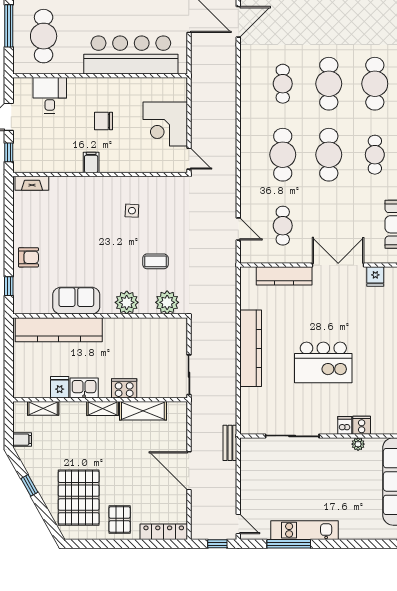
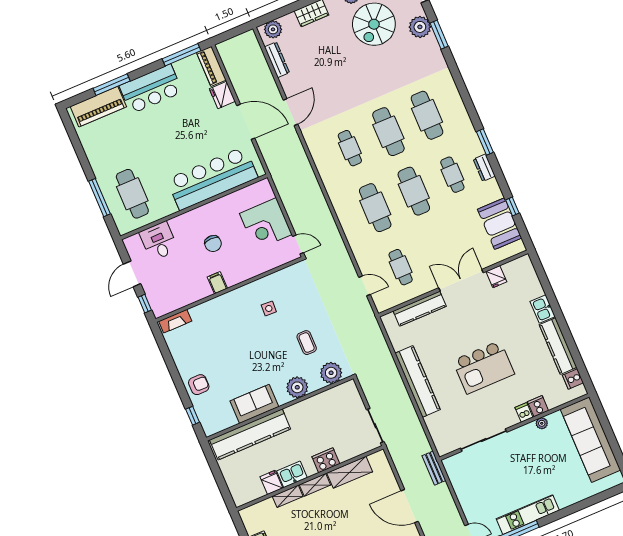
chair: (104, 121) -> (213, 244), turned -90
coffee table: (155, 261) -> (307, 343), turned 90
shelving: (43, 408) -> (288, 496), moved

